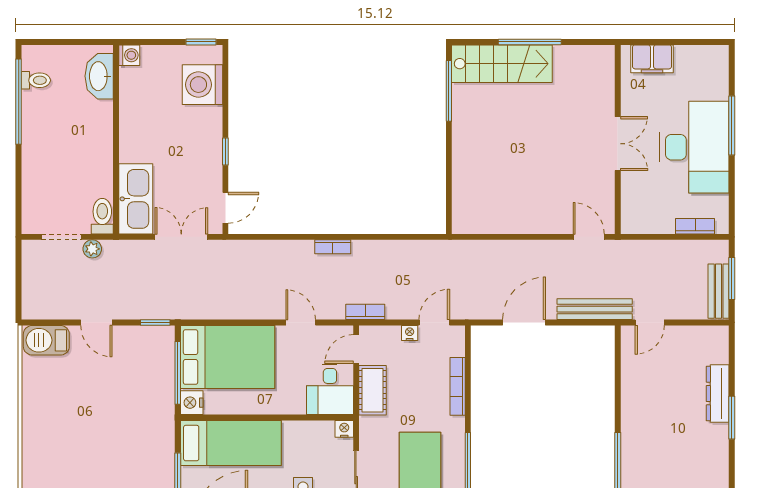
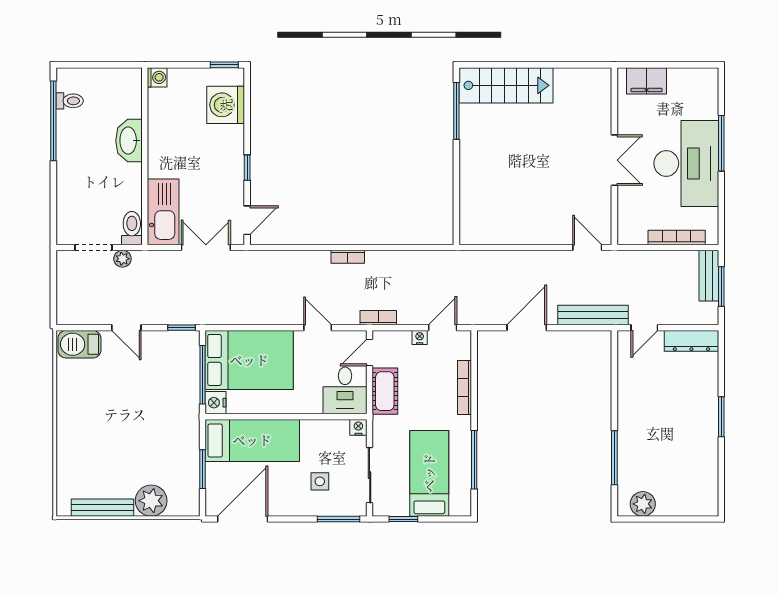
window: (530, 42) -> (532, 65), removed
washbasin: (99, 76) -> (129, 141), moved
bookcase: (695, 226) -> (677, 237), width x1.56
bench: (719, 291) -> (709, 276), moved
dresser: (718, 394) -> (691, 341), moved, turned -90

